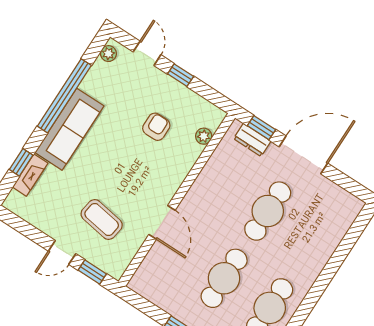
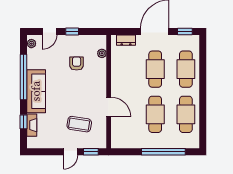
door: (147, 53) -> (50, 32), swing flipped
window: (261, 128) -> (185, 32), moved
cafe table: (313, 241) -> (186, 69), added

